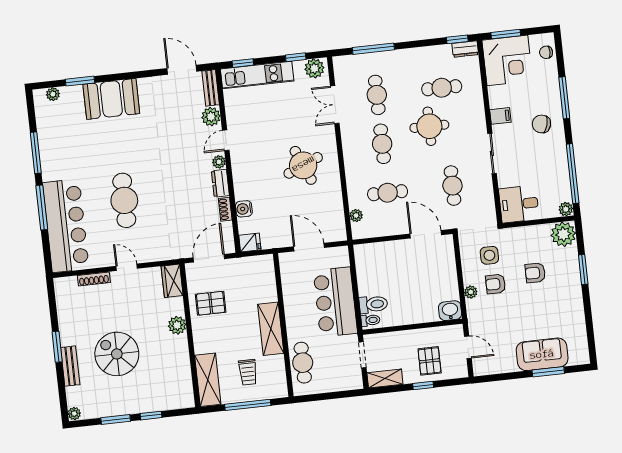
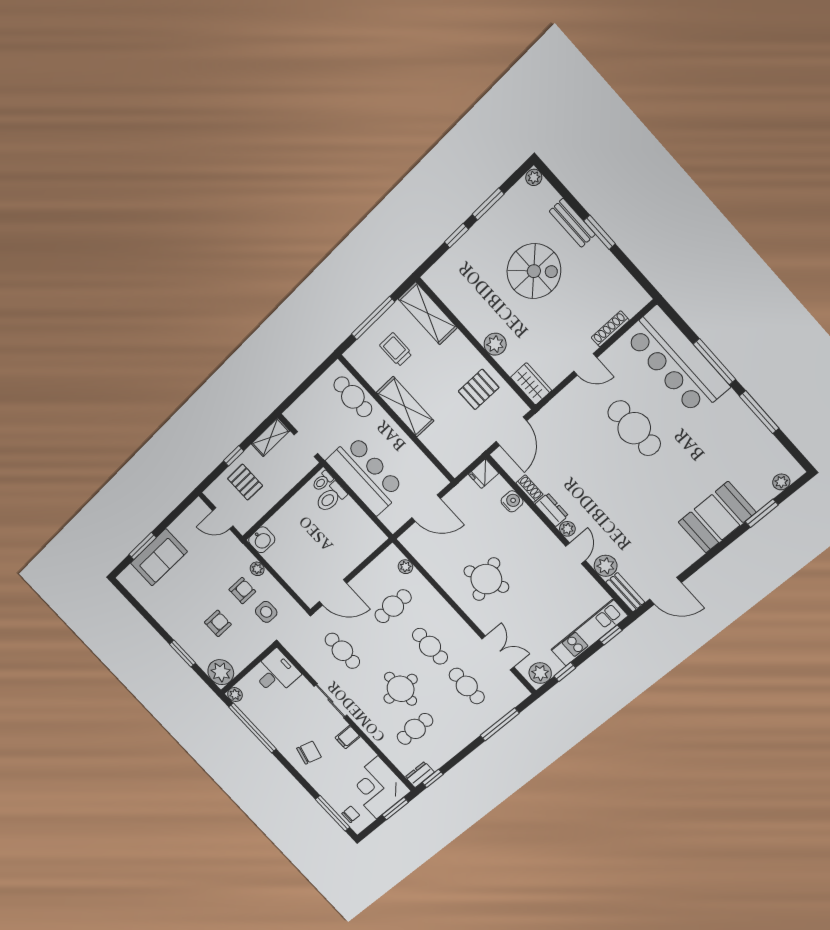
window: (564, 98) -> (333, 813), moved

